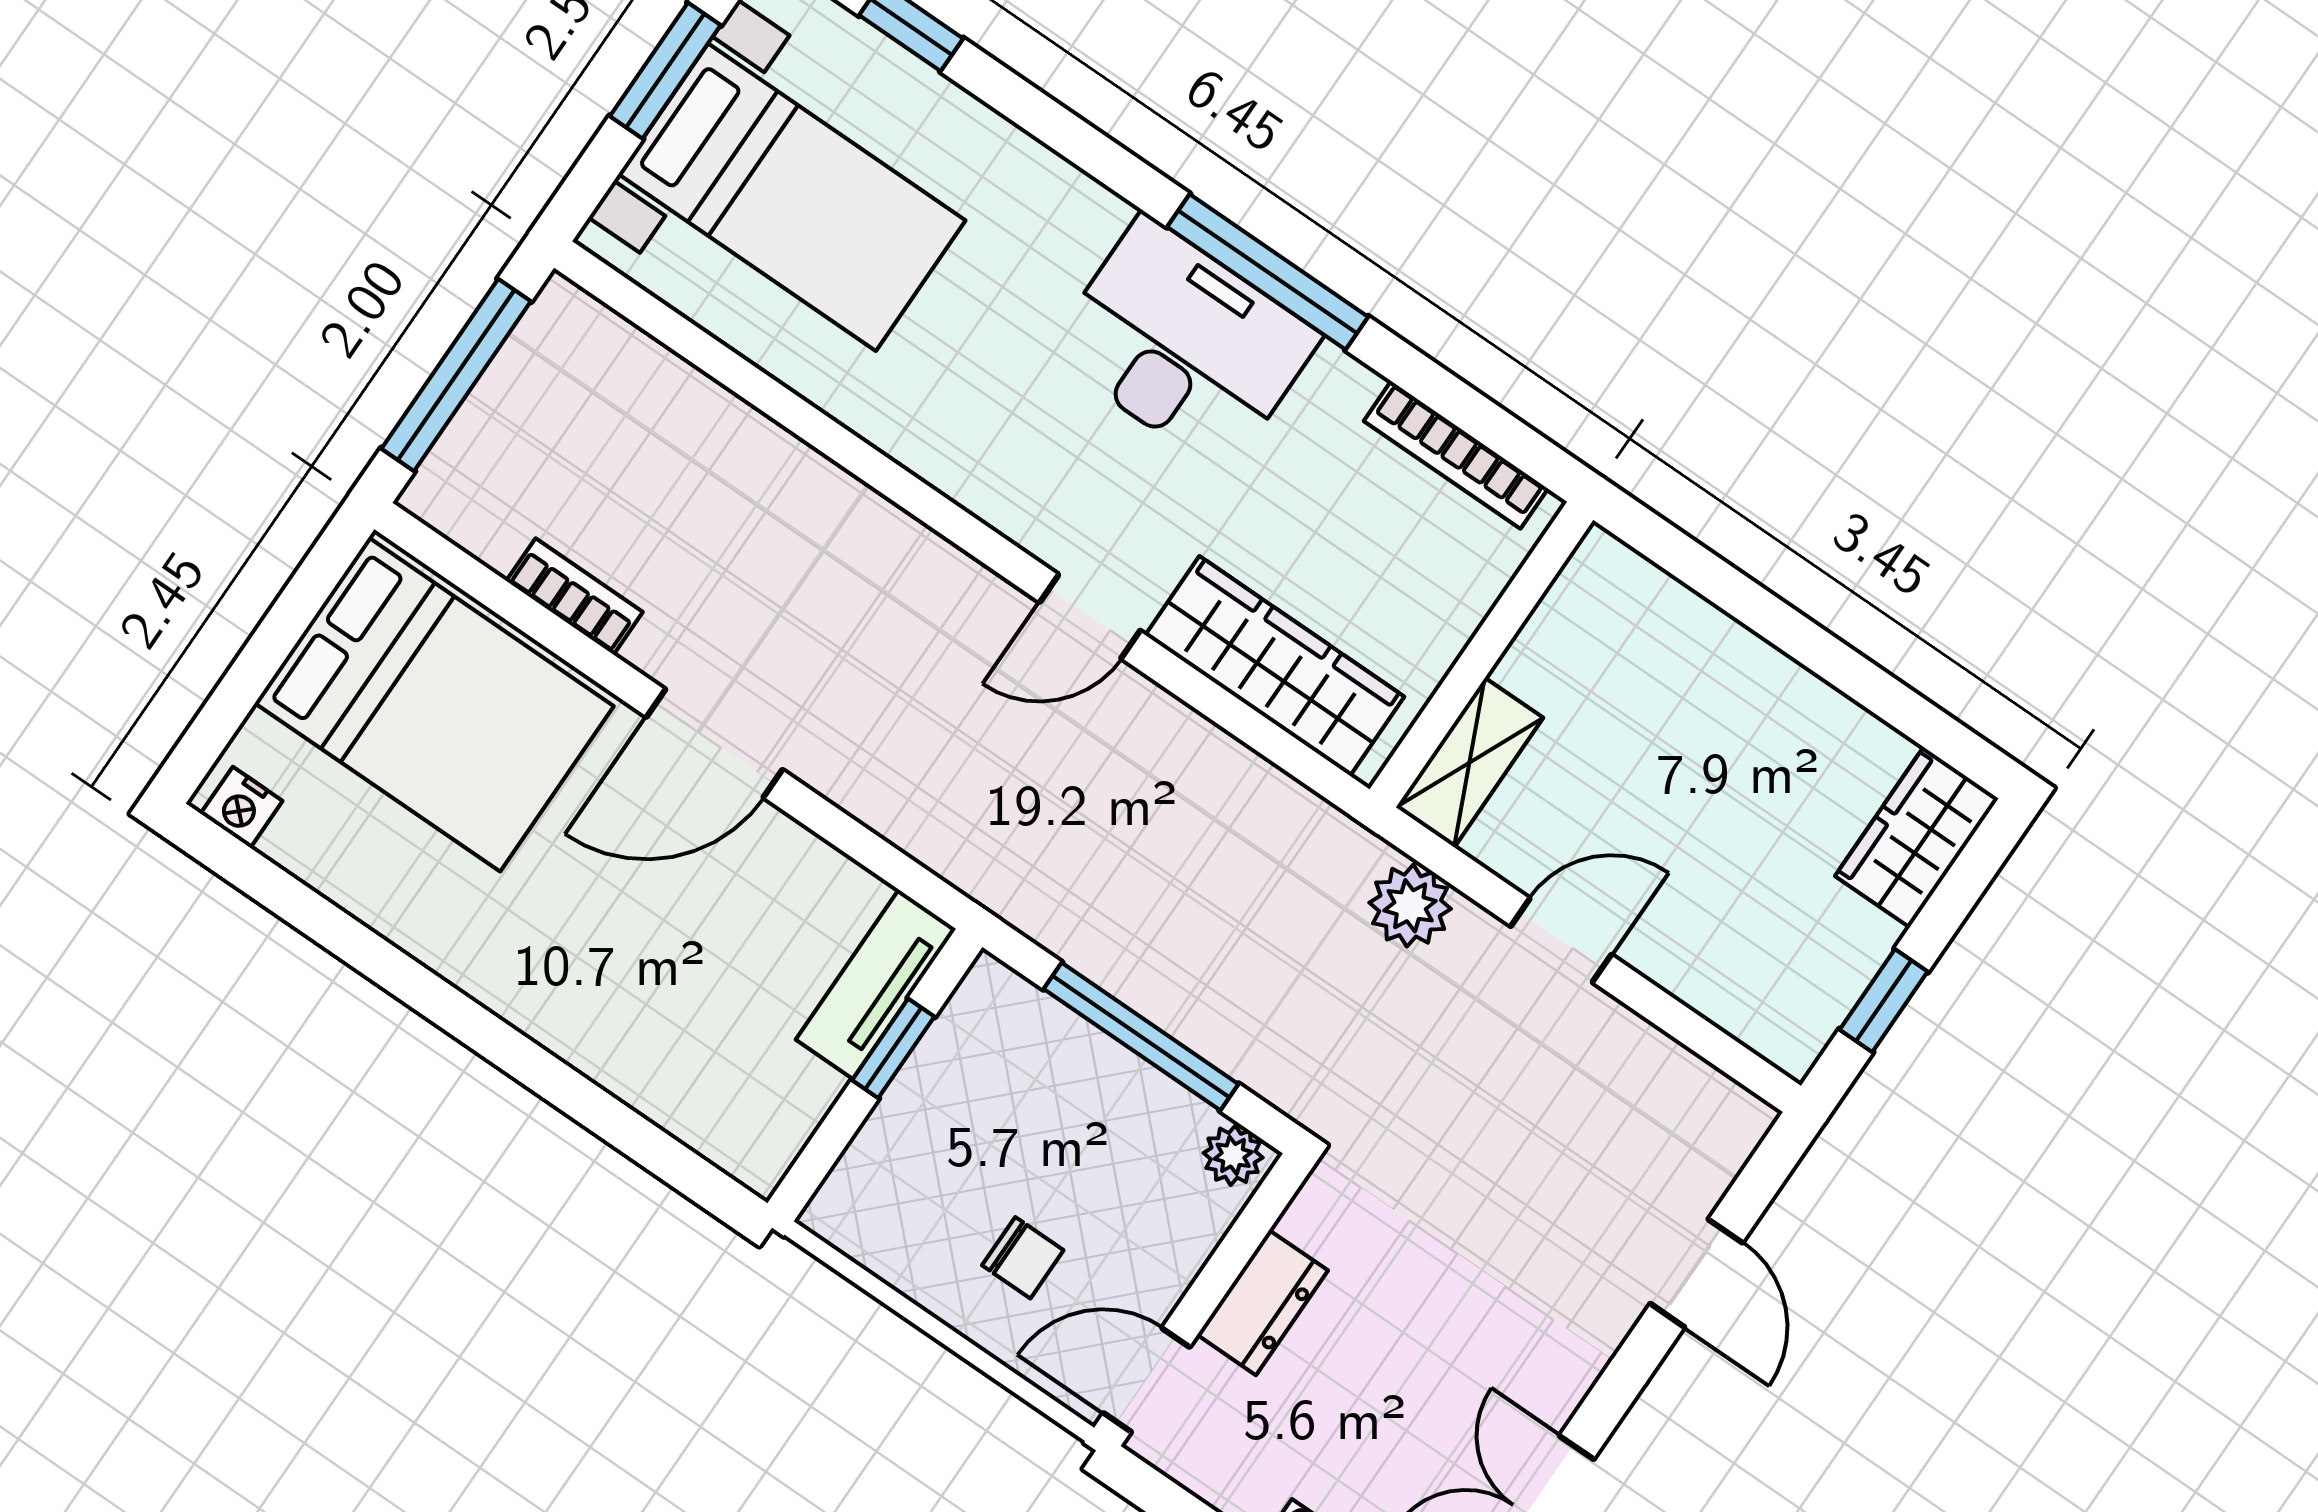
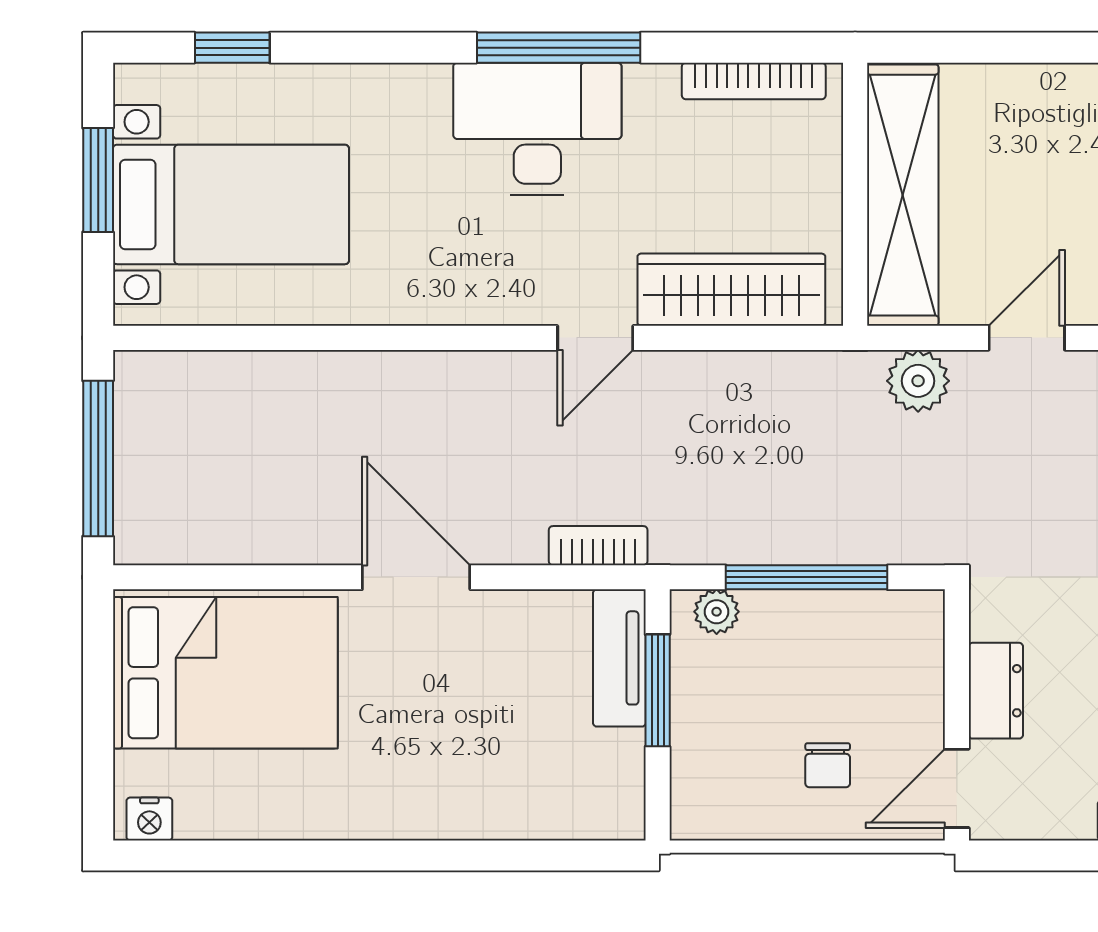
bookcase: (574, 596) -> (598, 546), moved
door: (714, 743) -> (416, 577), swing flipped
shelving: (1470, 763) -> (903, 195), width x2.20, depth x1.33
window: (893, 1048) -> (658, 690), width x1.50
plant: (1233, 1155) -> (717, 612), moved
chair: (1023, 1258) -> (828, 765), turned 90

